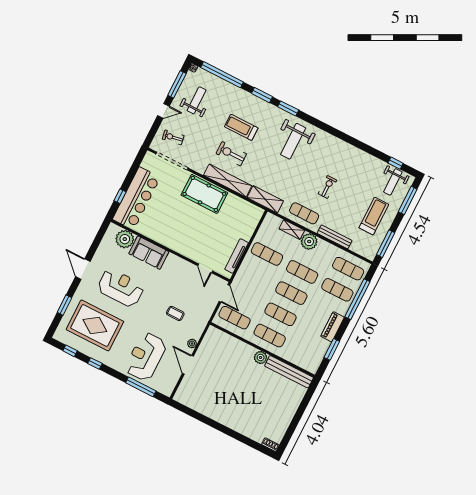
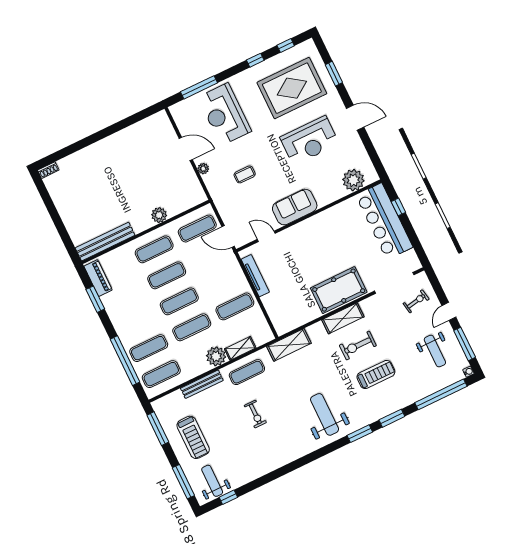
exercise bike: (231, 154) -> (358, 346), turned 180
shelving: (228, 181) -> (343, 318), width x0.68
sofa: (149, 253) -> (295, 207), moved
piano: (333, 327) -> (98, 278), moved
reception desk: (146, 357) -> (225, 114), turned 180
plant: (261, 357) -> (159, 215), moved

